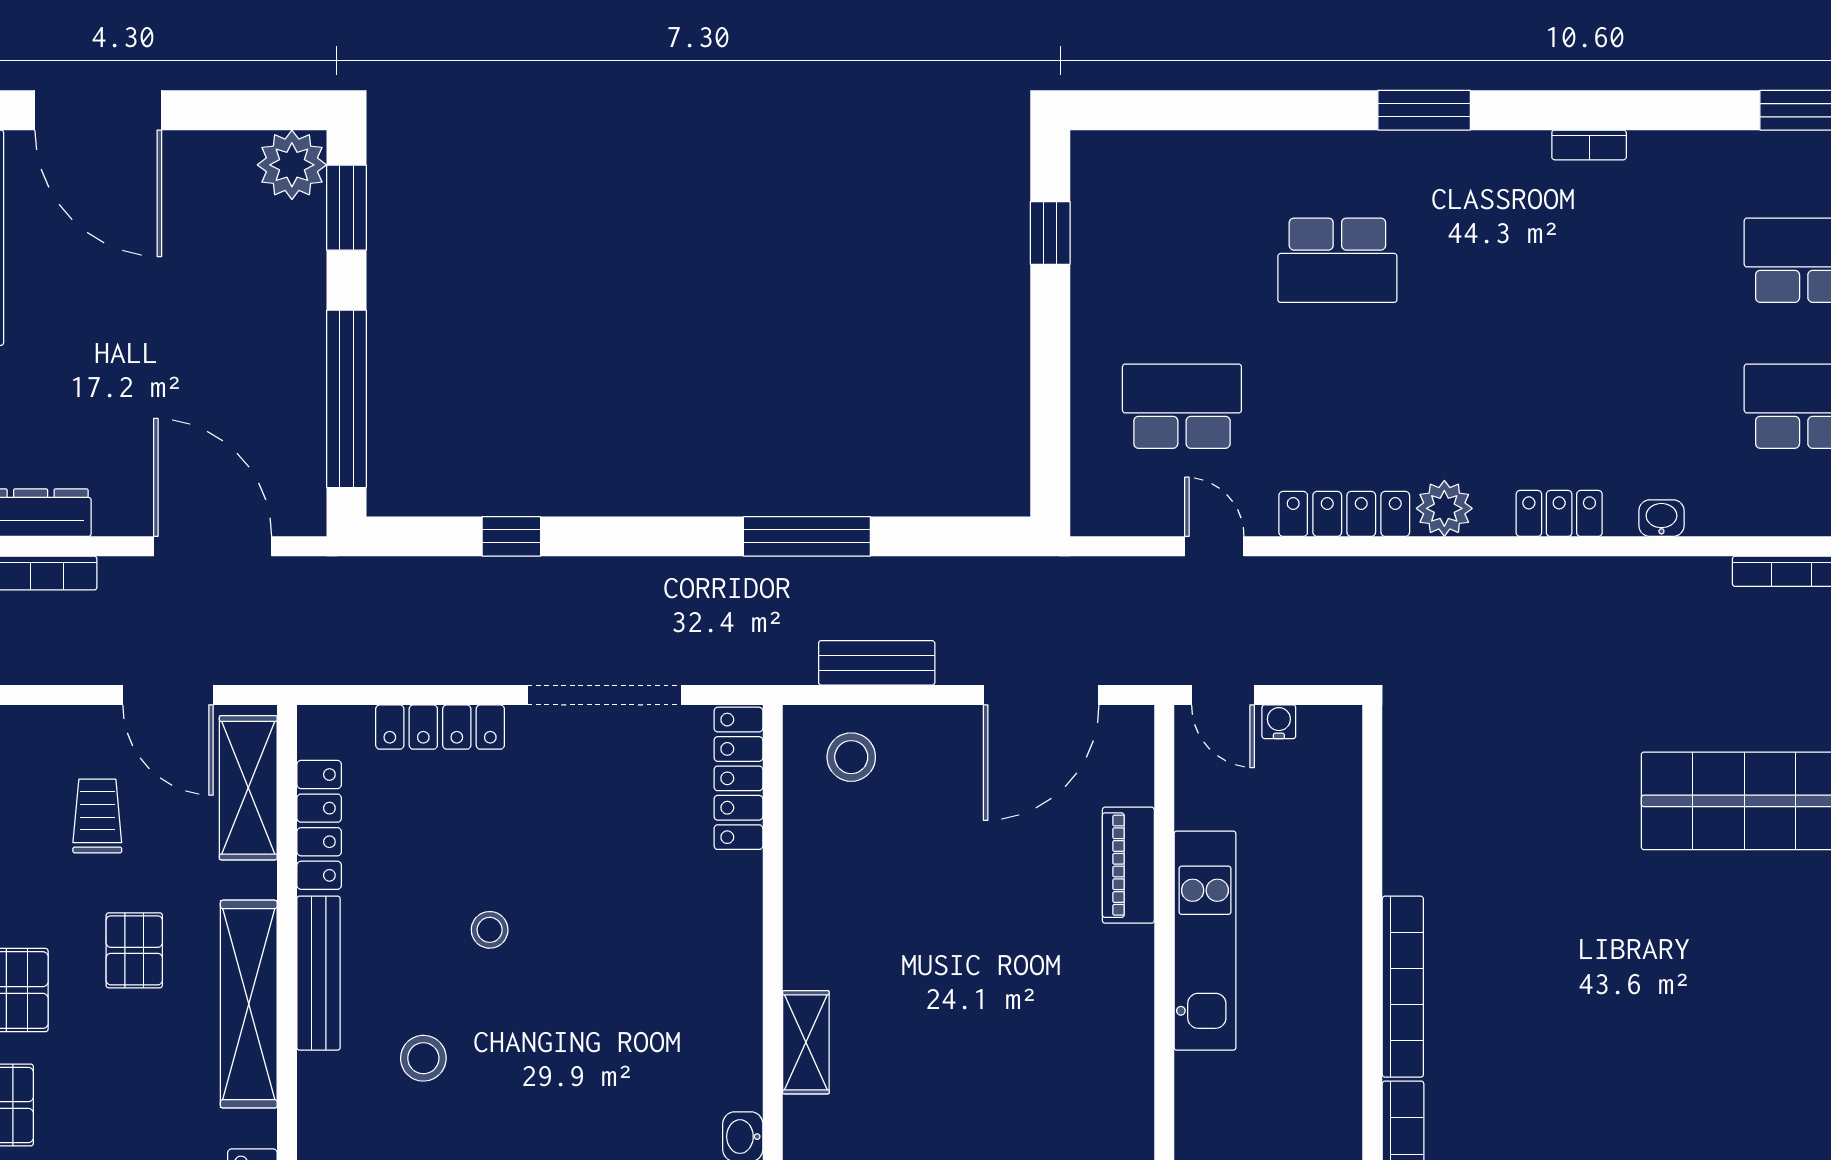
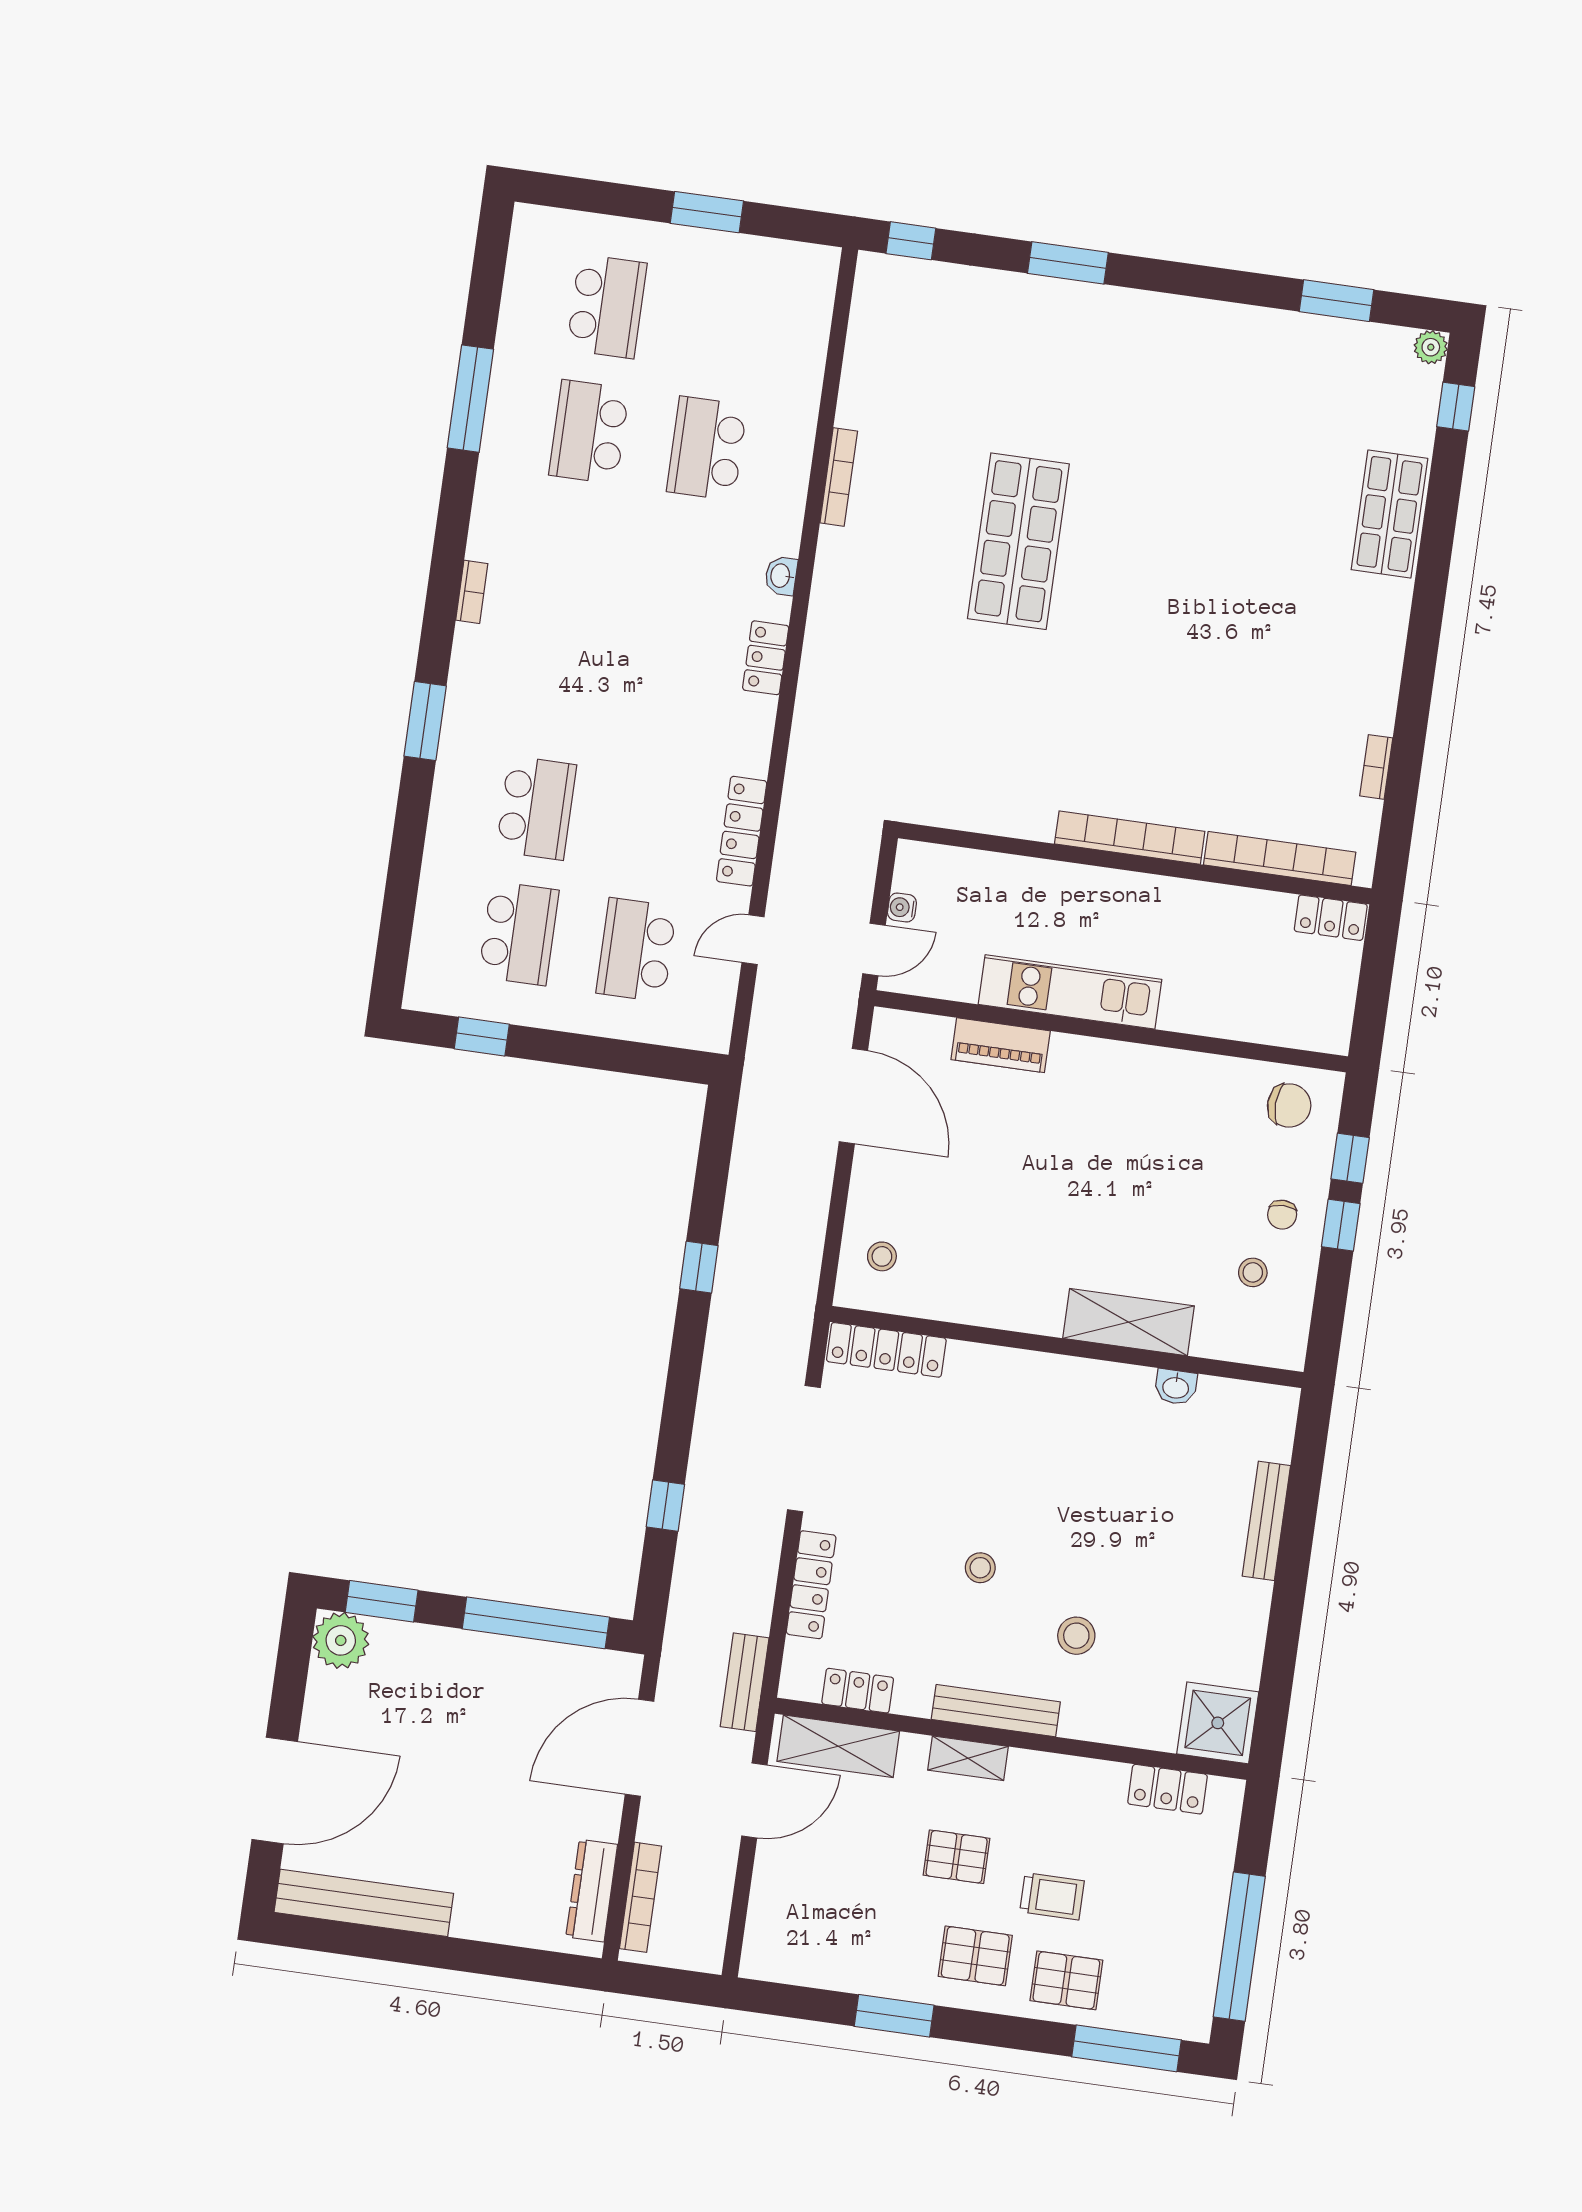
school desk: (1182, 260) -> (519, 933), added
plant: (1444, 508) -> (749, 750), removed
window: (807, 536) -> (699, 1267), width x0.46
bench: (877, 663) -> (745, 1682), moved
stool: (851, 757) -> (882, 1256), width x0.73, depth x0.73
trolley: (97, 816) -> (1052, 1896), moved, turned 180
locker: (319, 825) -> (858, 1691), width x0.66
shelving: (249, 1004) -> (968, 1758), width x0.45, depth x0.75
shelving: (806, 1042) -> (1129, 1322), width x1.50, depth x1.33

